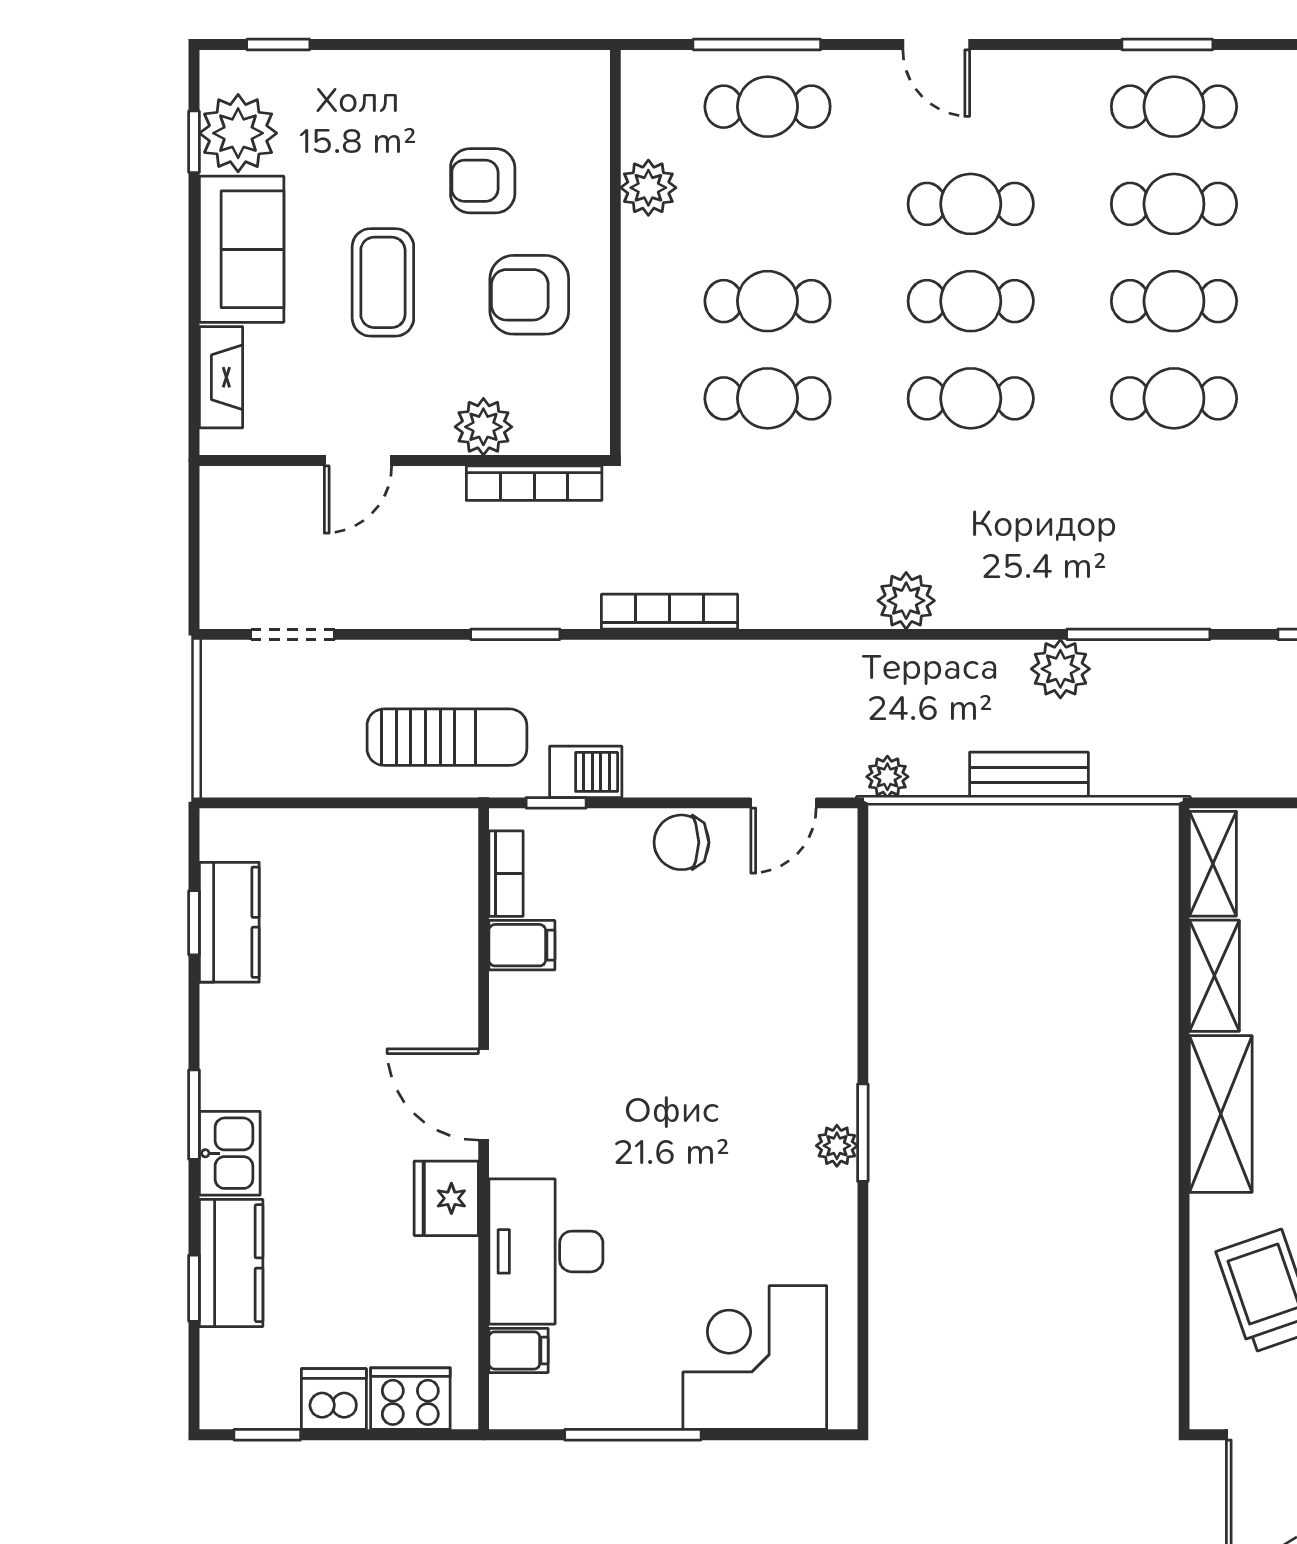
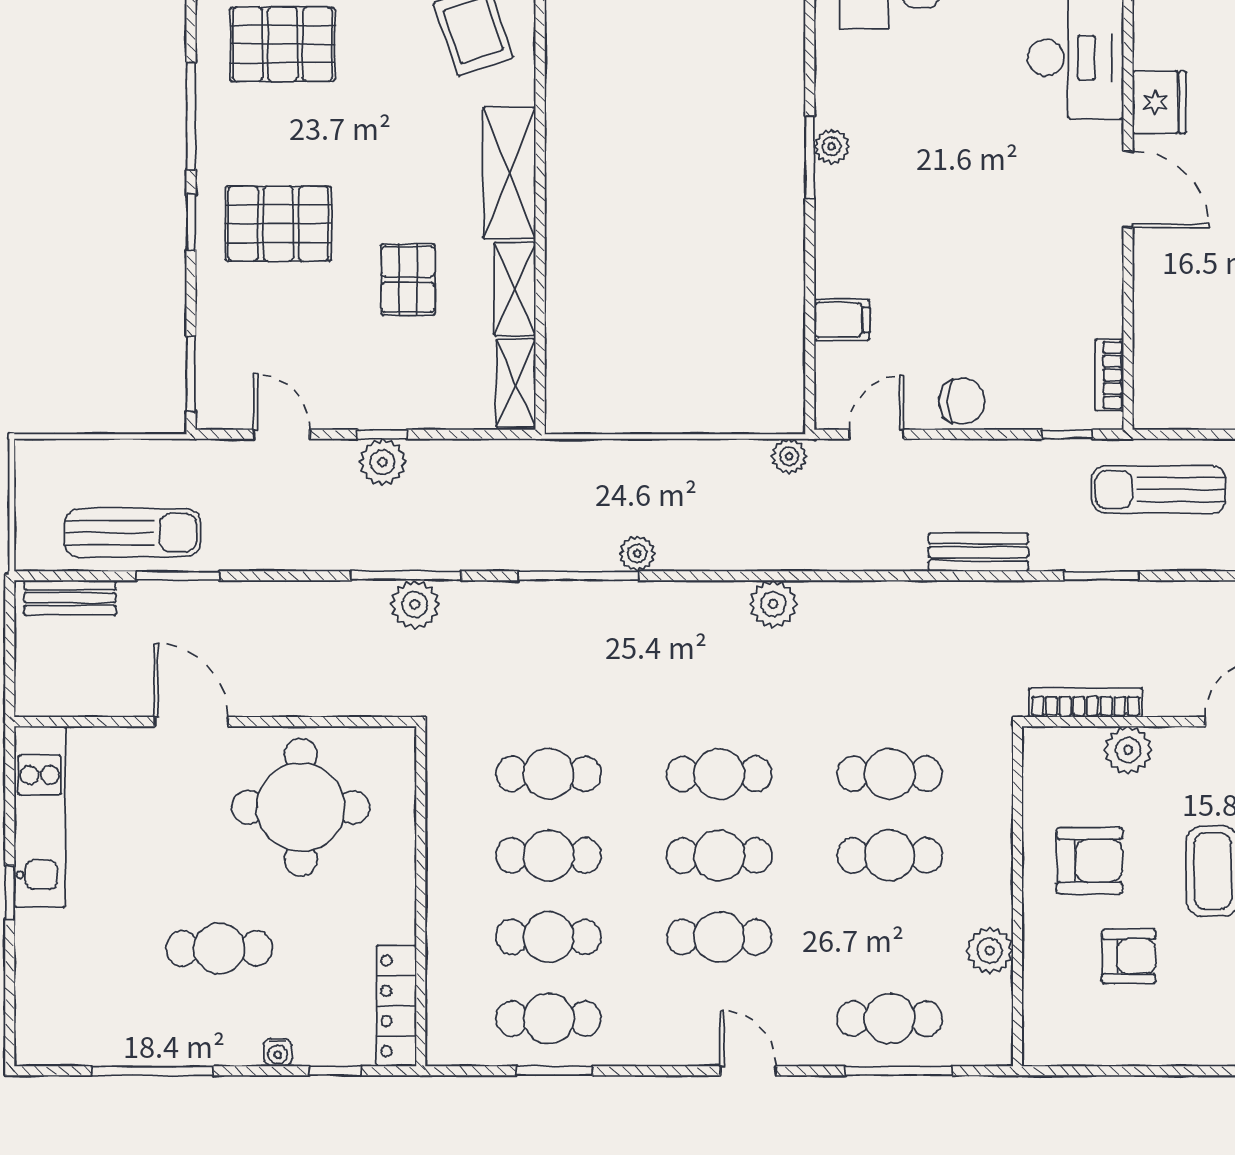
bookcase: (669, 612) -> (972, 595), removed
plant: (1060, 669) -> (637, 553), width x0.73, depth x0.73
barbecue: (586, 772) -> (1042, 460), removed
bench: (1029, 775) -> (978, 552), moved
filing cabinet: (522, 945) -> (842, 320), moved, turned 180

